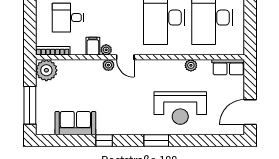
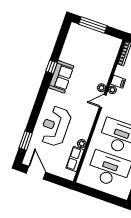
row of seats: (228, 67) -> (75, 159), moved
plant: (46, 70) -> (113, 45), removed
sofa: (75, 123) -> (61, 77), moved
window: (156, 140) -> (26, 141), moved

